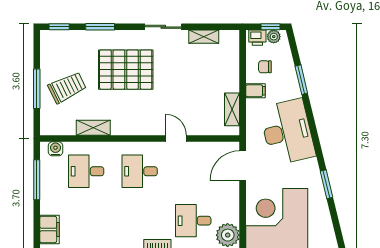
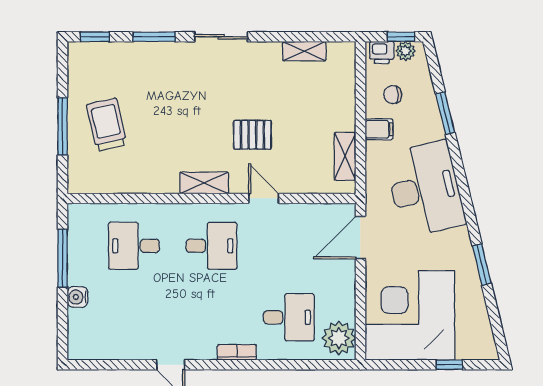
sliding door: (163, 27) -> (221, 37), moved
pallet: (126, 70) -> (252, 135), moved, width x0.49, depth x0.50
trolley: (67, 87) -> (107, 125), turned -77
shelving: (93, 128) -> (204, 183), moved
water cooler: (55, 149) -> (77, 297), moved, turned -90
desk: (140, 171) -> (211, 246), turned 180
desk: (193, 221) -> (289, 317), turned 180
filing cabinet: (50, 229) -> (81, 330), removed

